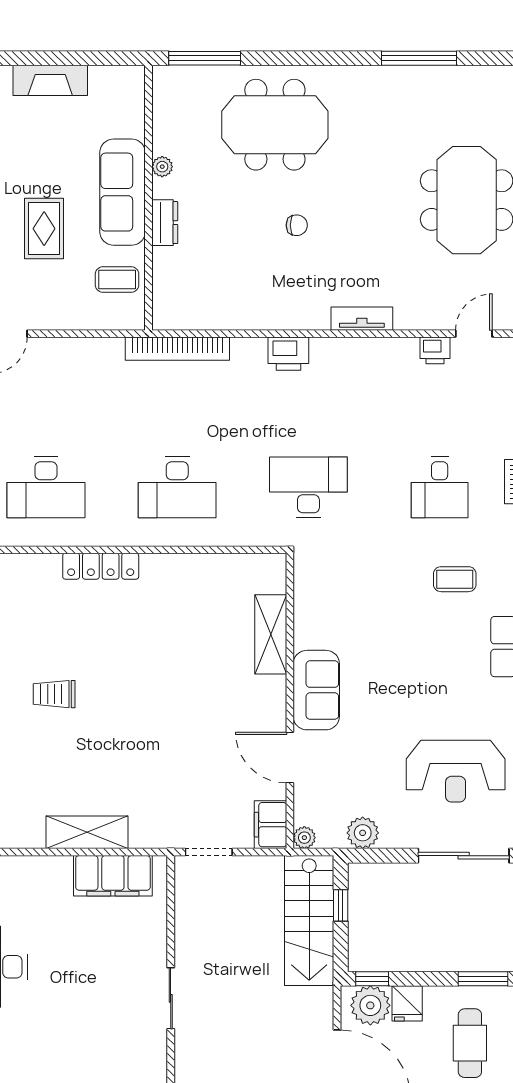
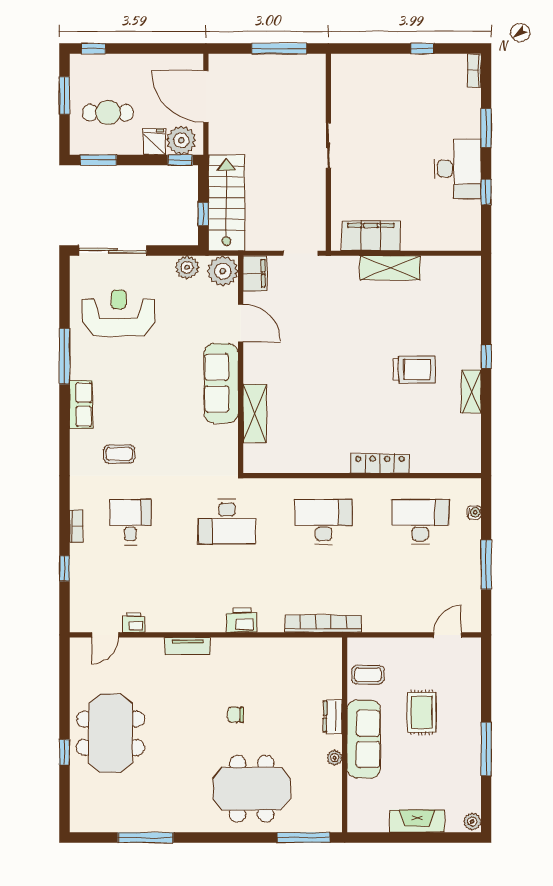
sofa: (316, 690) -> (221, 383), width x1.36
trolley: (54, 694) -> (414, 370), width x1.36, depth x1.39
plant: (304, 838) -> (223, 271), width x1.88, depth x1.88
cafe table: (470, 1043) -> (108, 113), turned 90

